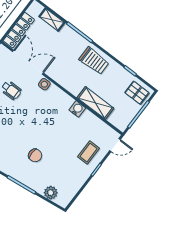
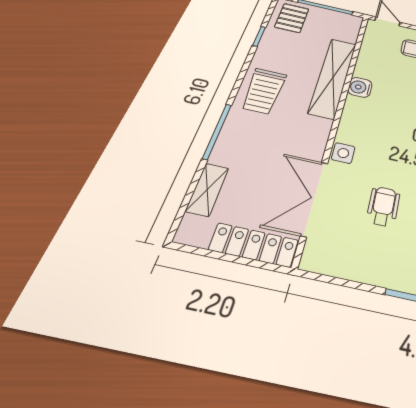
trolley: (94, 61) -> (264, 91), turned 180
shelving: (95, 103) -> (333, 77), width x1.47

